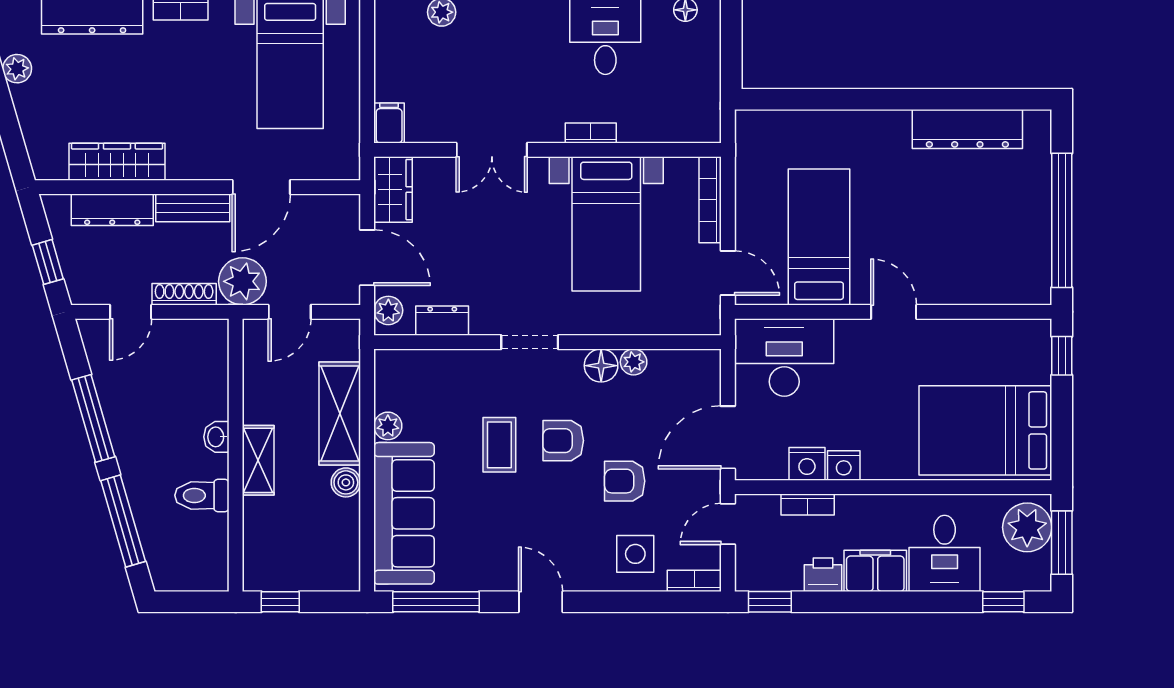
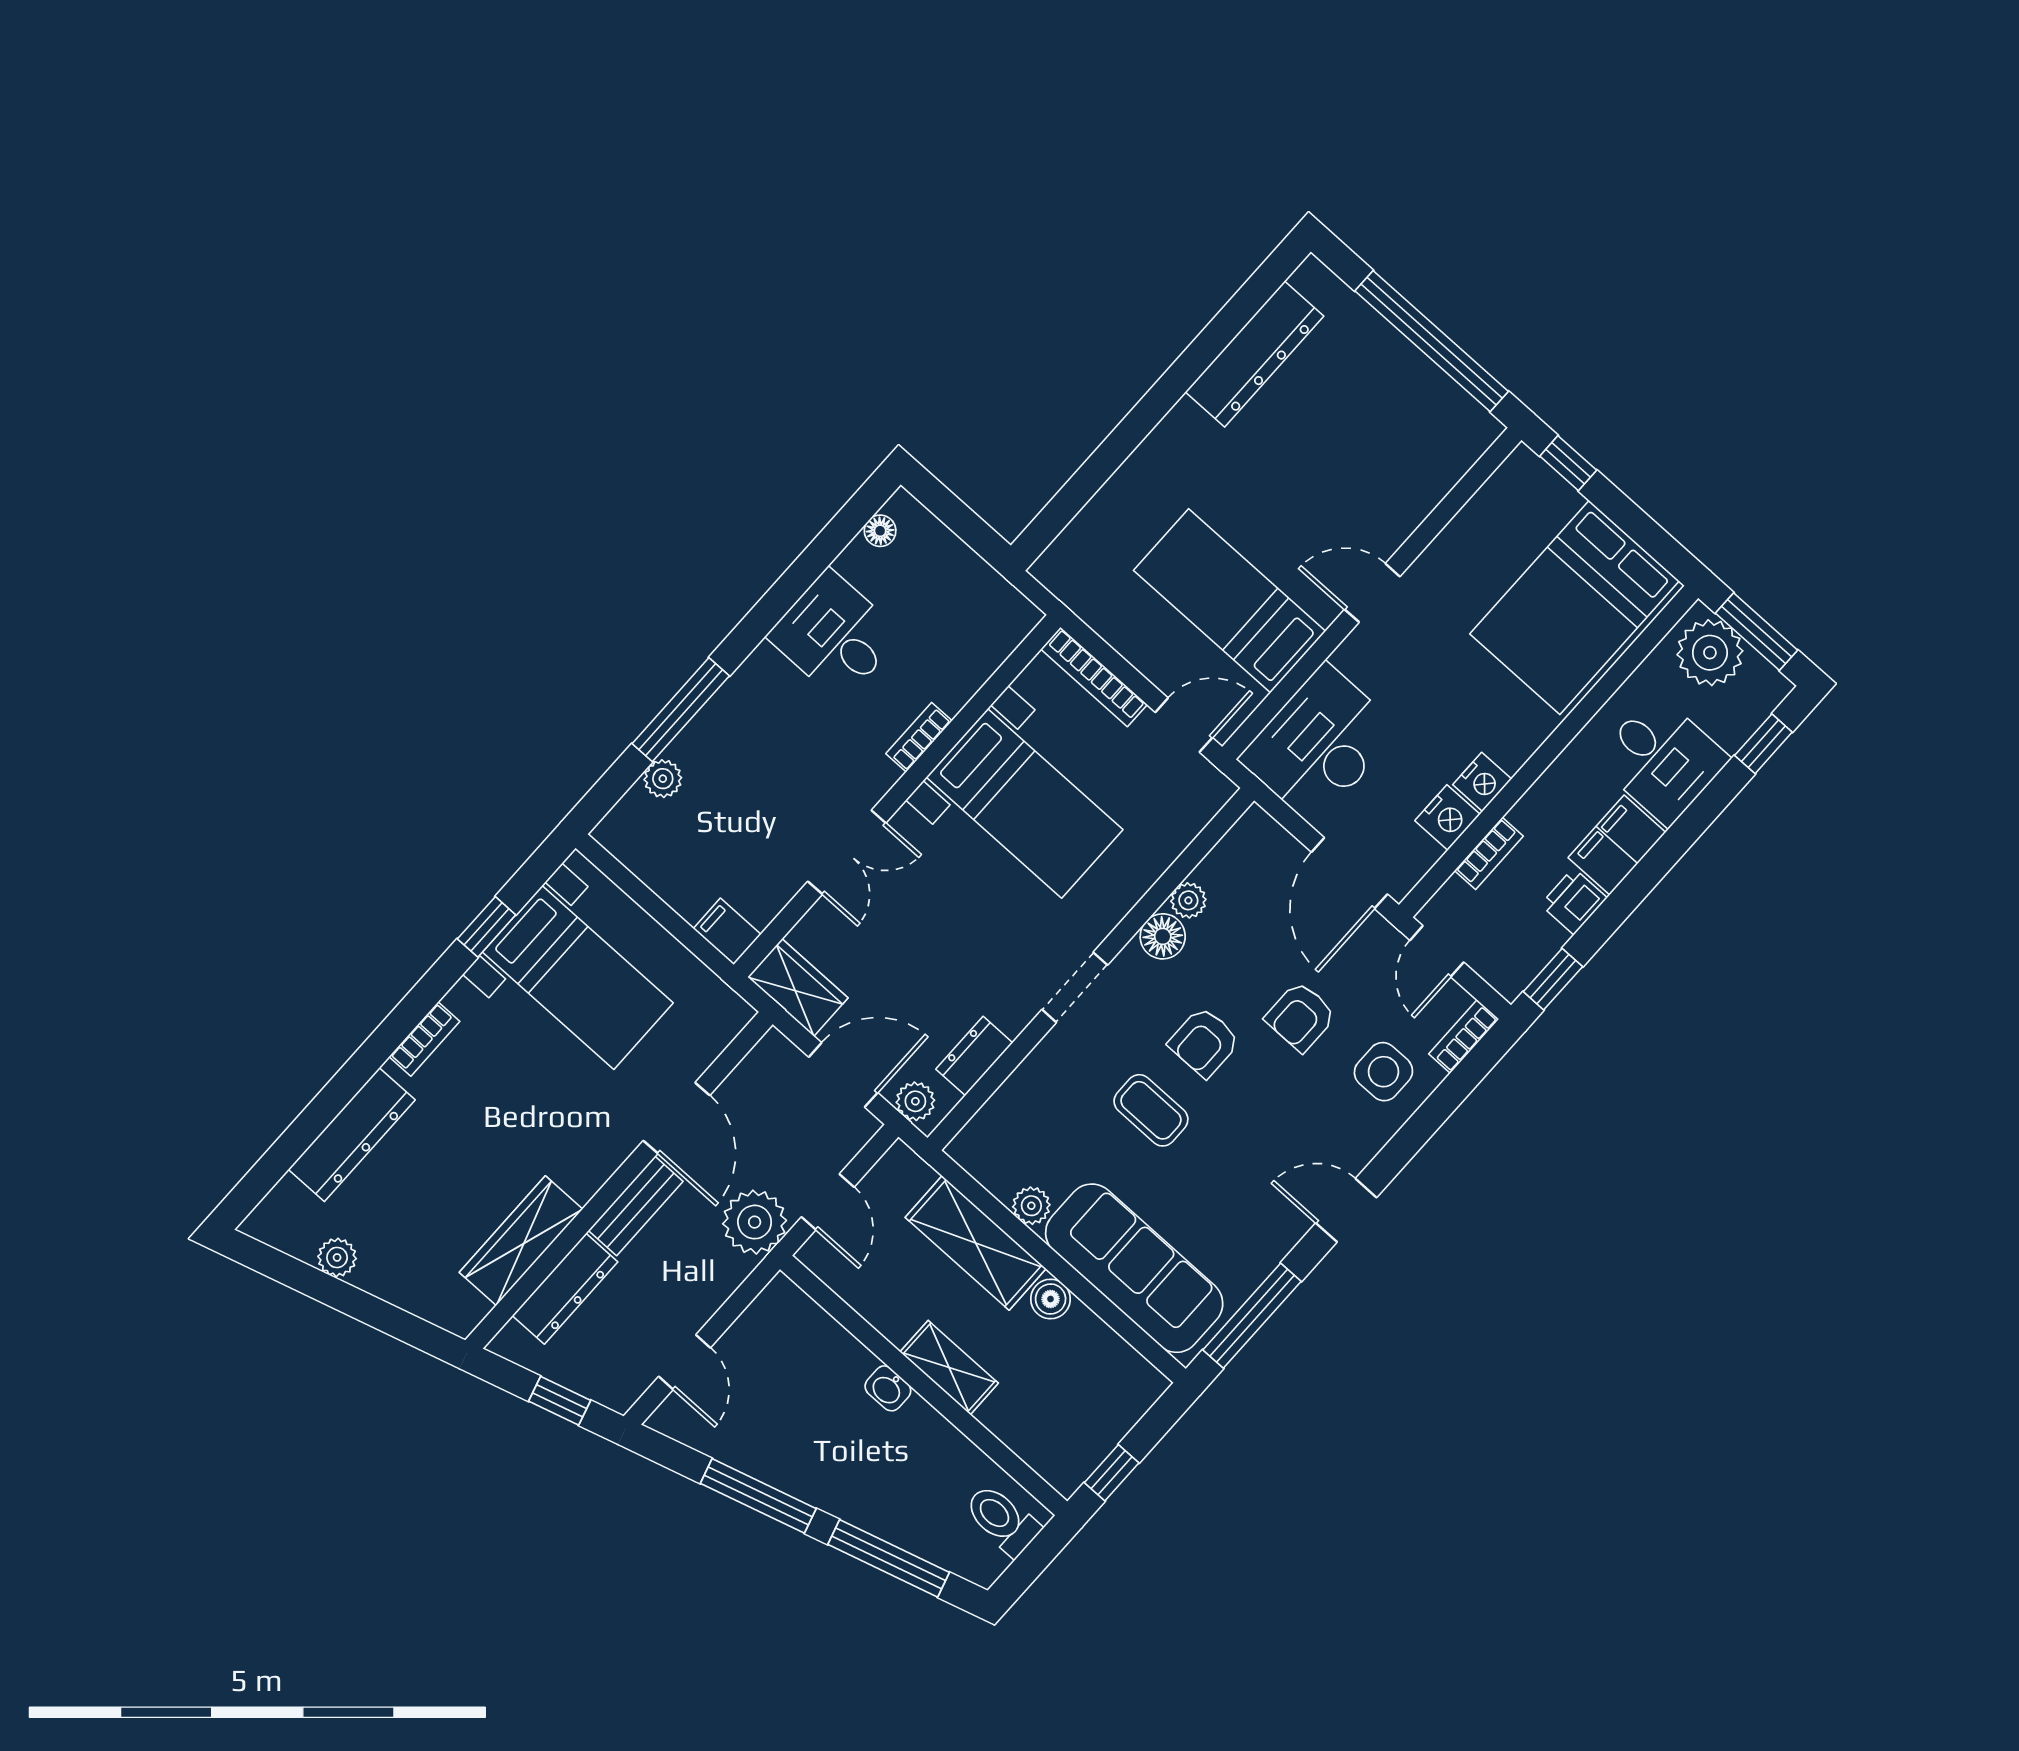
shoe rack: (184, 294) -> (715, 1292), removed
toilet: (202, 495) -> (1002, 1520), moved, turned 90

